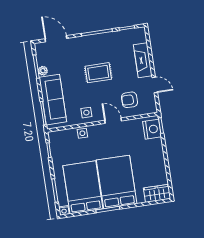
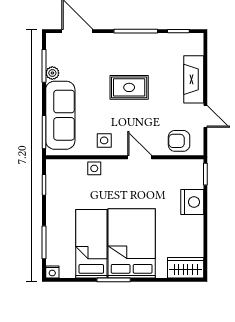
armchair: (129, 100) -> (179, 141), moved
nightstand: (152, 129) -> (192, 202), moved
bed: (83, 187) -> (91, 244), width x0.67

